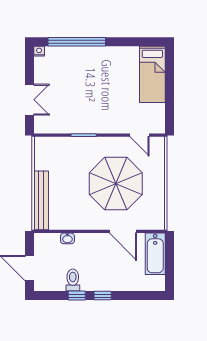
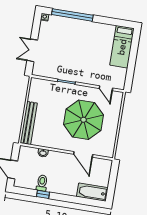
double door: (29, 100) -> (32, 50), swing flipped
bathtub: (155, 254) -> (92, 192), moved, turned 90
window: (103, 296) -> (61, 197), removed

